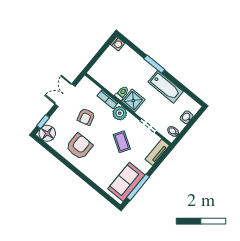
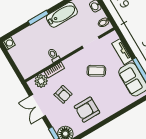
shower: (133, 101) -> (64, 48), removed
plant: (120, 113) -> (41, 81), moved
armchair: (79, 146) -> (87, 110), turned -90
tv unit: (157, 152) -> (122, 52), moved

